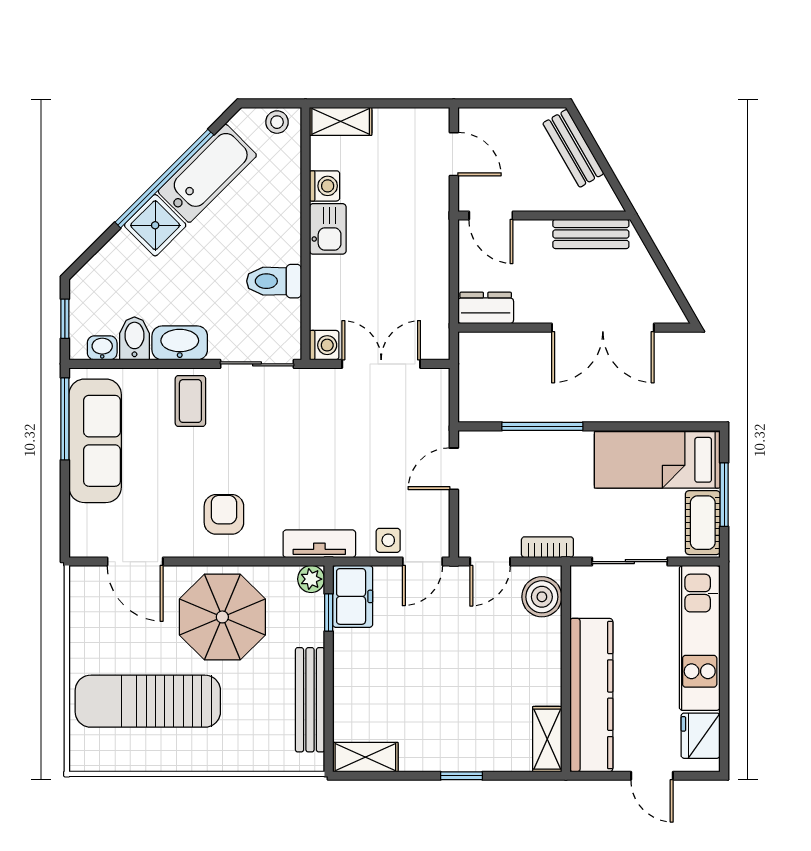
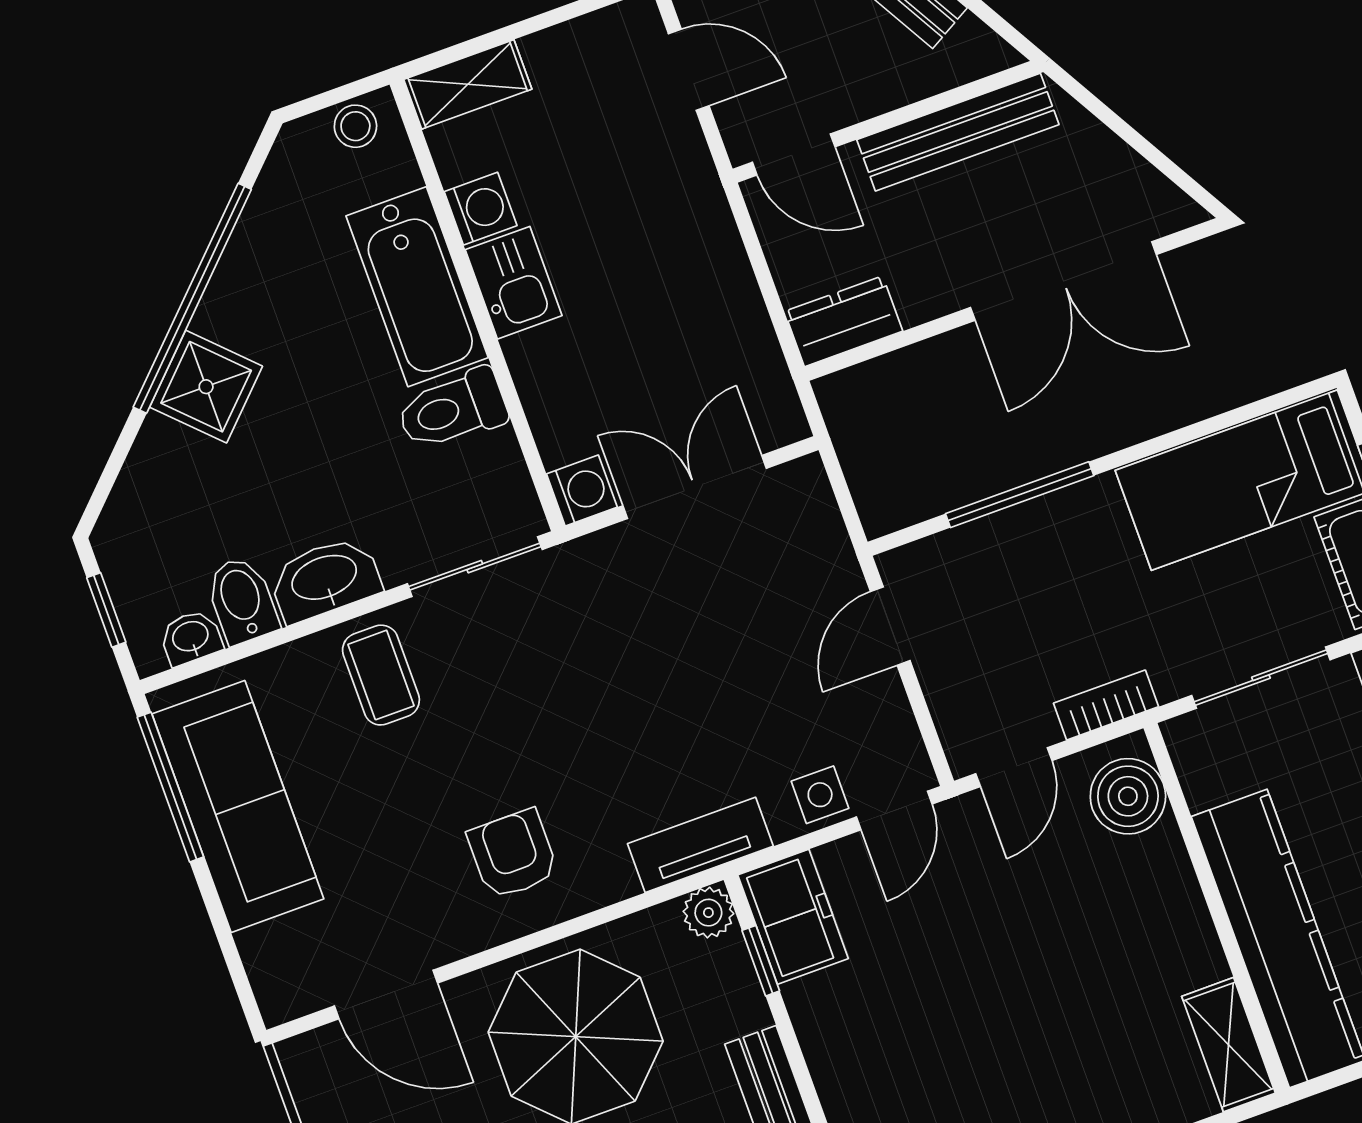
bathtub: (207, 173) -> (417, 287), moved, turned 135
bench: (591, 234) -> (958, 132), width x1.36

